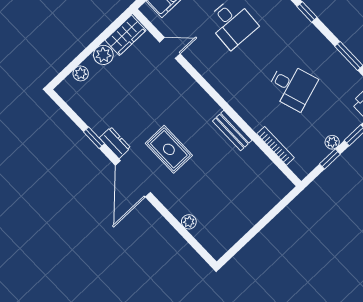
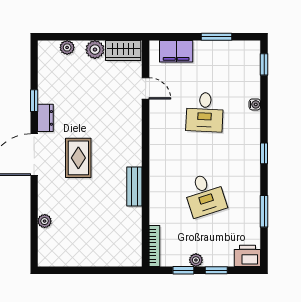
bookcase: (275, 146) -> (154, 246), moved

